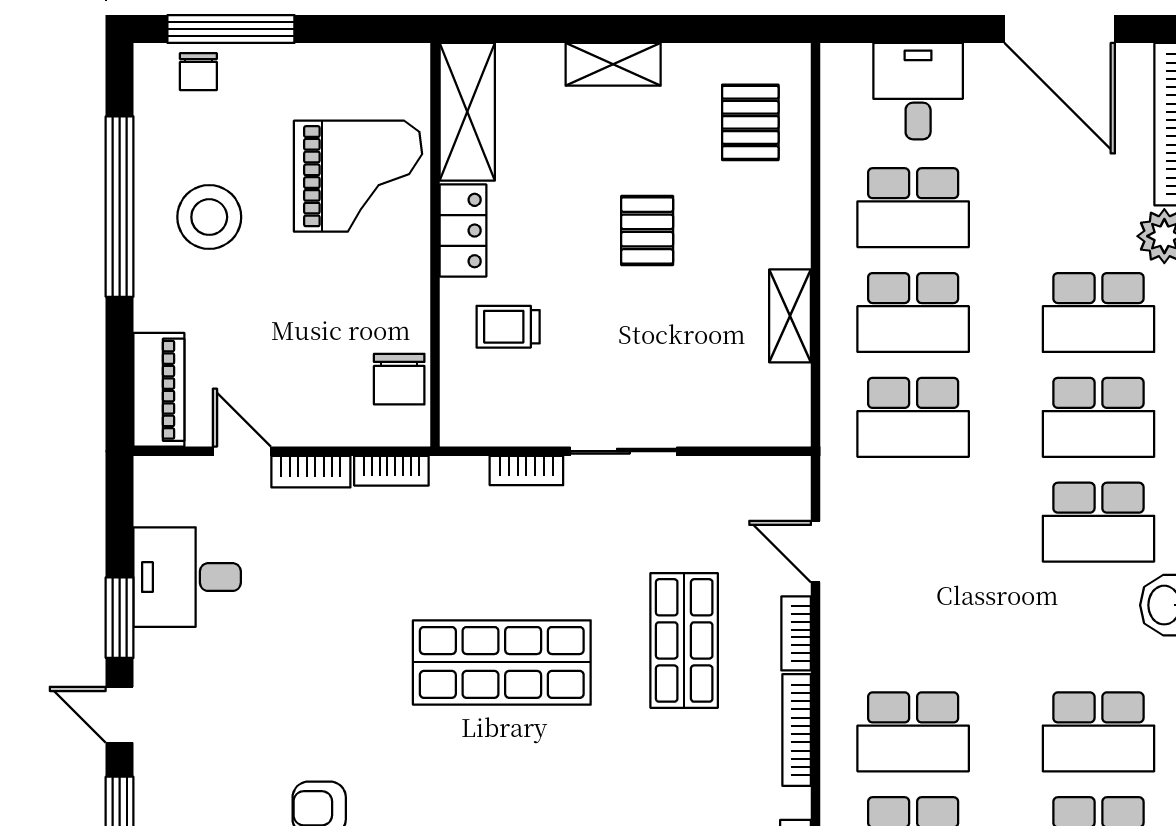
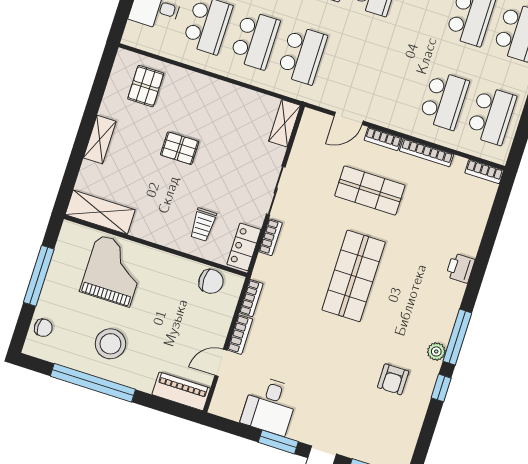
window: (231, 29) -> (39, 276), moved
pallet: (750, 122) -> (146, 86), turned 90
locker: (463, 231) -> (244, 247), moved, turned -90
shelving: (790, 316) -> (285, 123), moved, turned 90

